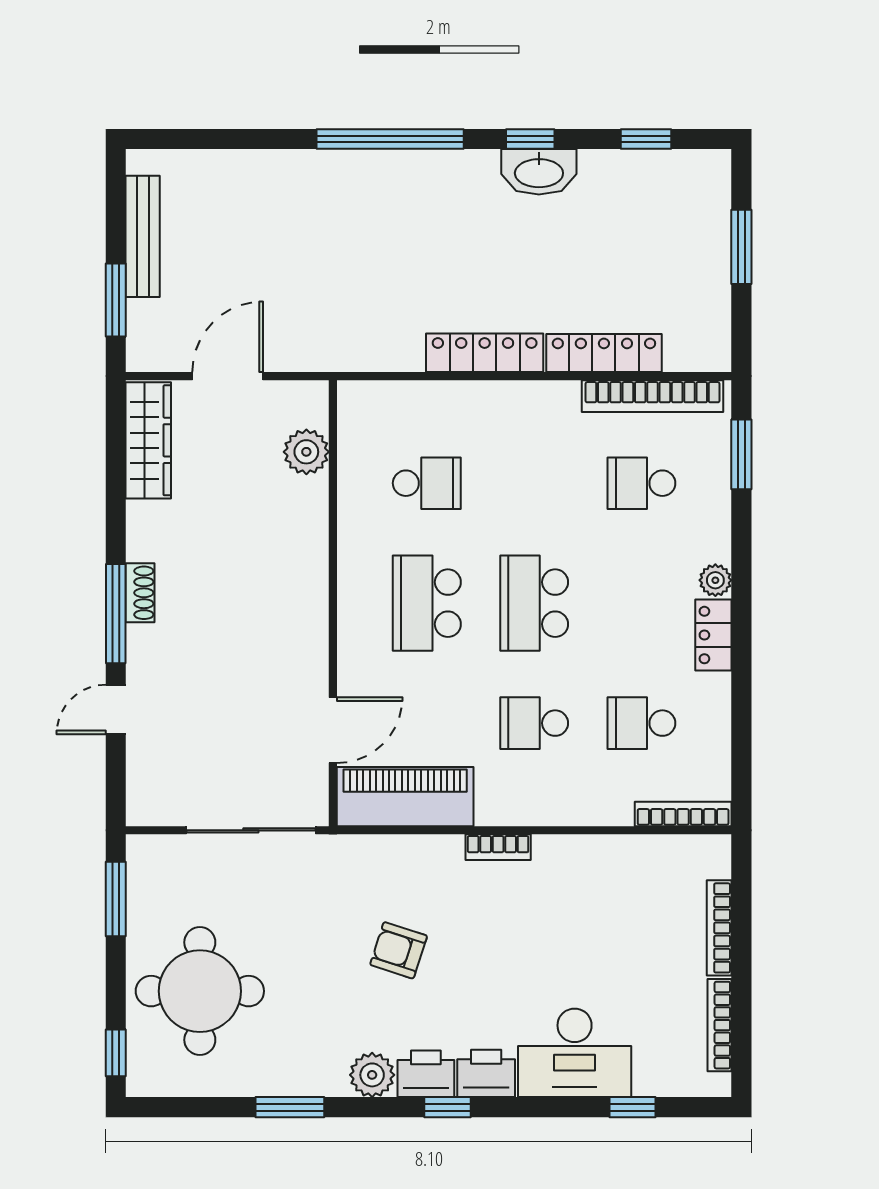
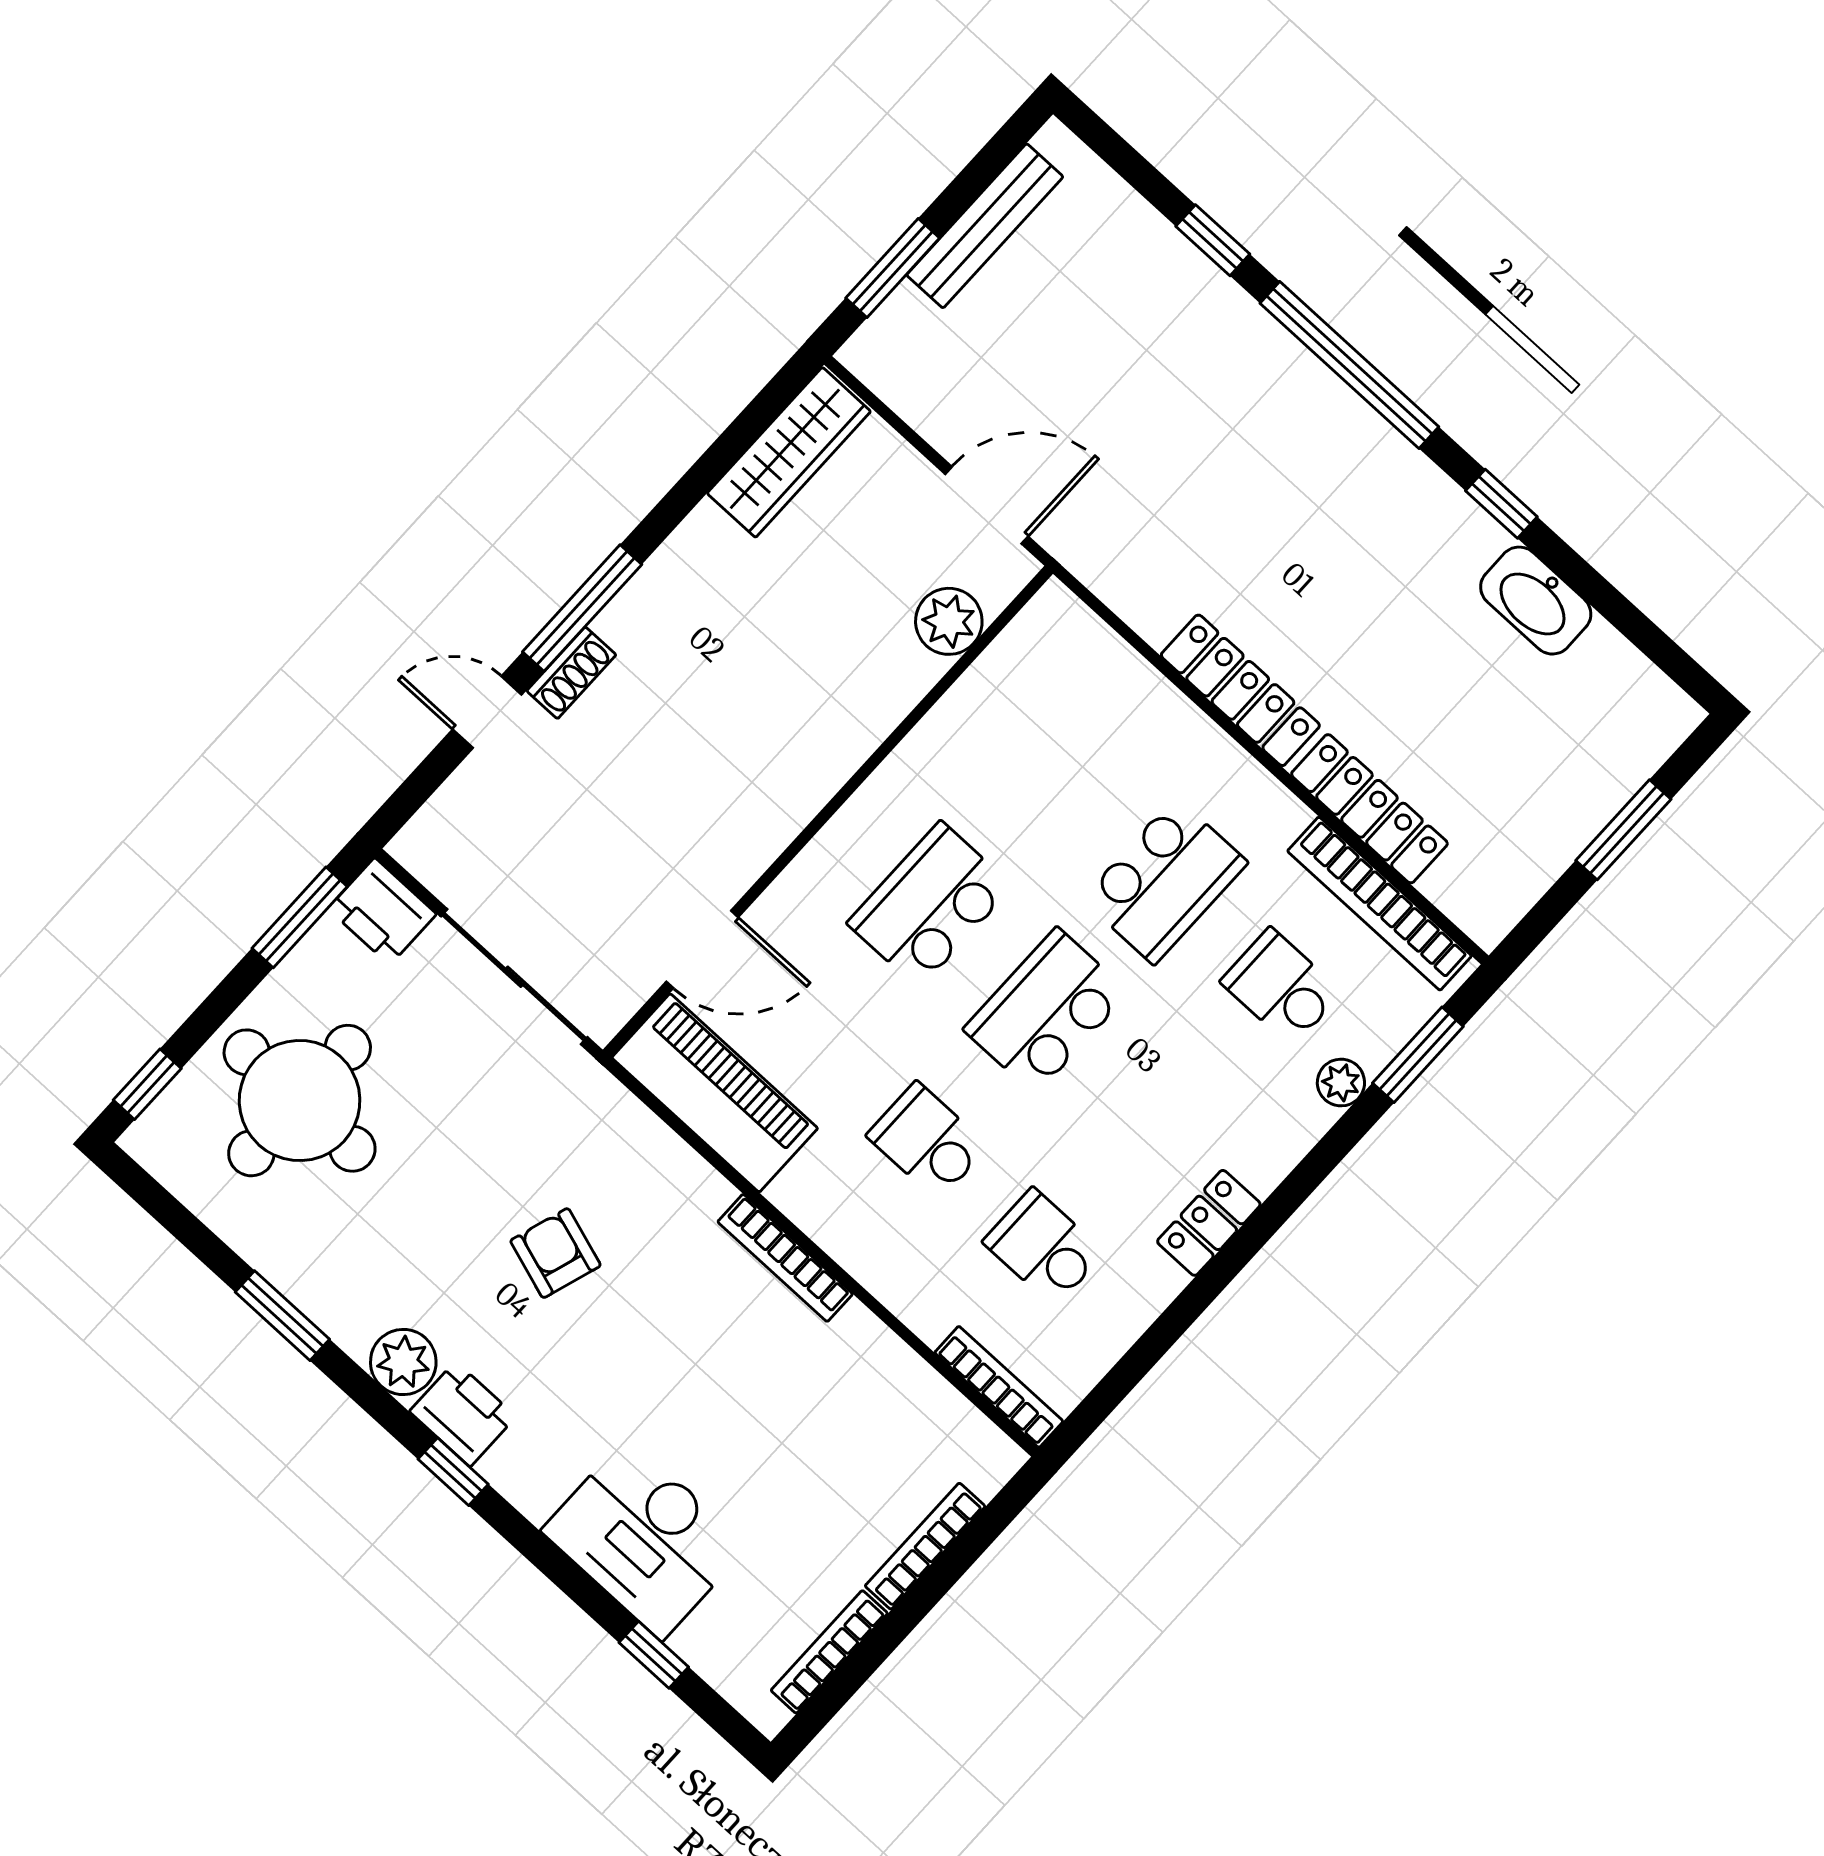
window: (646, 139) -> (1213, 240), moved
washbasin: (539, 172) -> (1536, 601), moved
door: (228, 376) -> (987, 505), moved
school desk: (427, 483) -> (1165, 881), moved, width x1.85
plant: (715, 580) -> (1341, 1083), moved
shoe rack: (140, 593) -> (571, 673), moved
bookcase: (498, 847) -> (785, 1258), width x1.56
printer: (486, 1073) -> (382, 911), moved, turned 180

